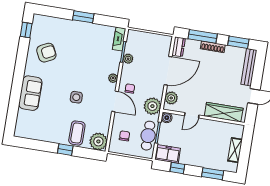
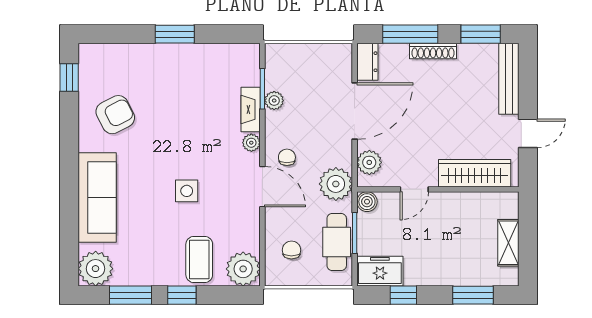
fireplace: (119, 39) -> (251, 109), moved
sofa: (30, 93) -> (97, 197), width x1.36
plant: (24, 129) -> (96, 269), added
window: (39, 145) -> (131, 295), added

